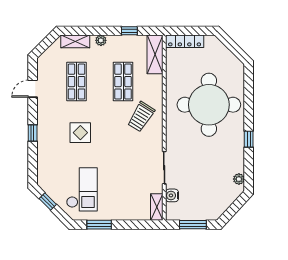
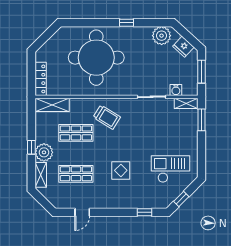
window: (129, 31) -> (31, 147), moved
plant: (101, 40) -> (44, 152), width x1.87, depth x1.87
door: (33, 89) -> (82, 212), hinge flipped
window: (33, 133) -> (145, 212), moved
plant: (239, 179) -> (162, 36), width x1.87, depth x1.87
fridge: (221, 204) -> (183, 47), added
window: (99, 225) -> (202, 120), moved

